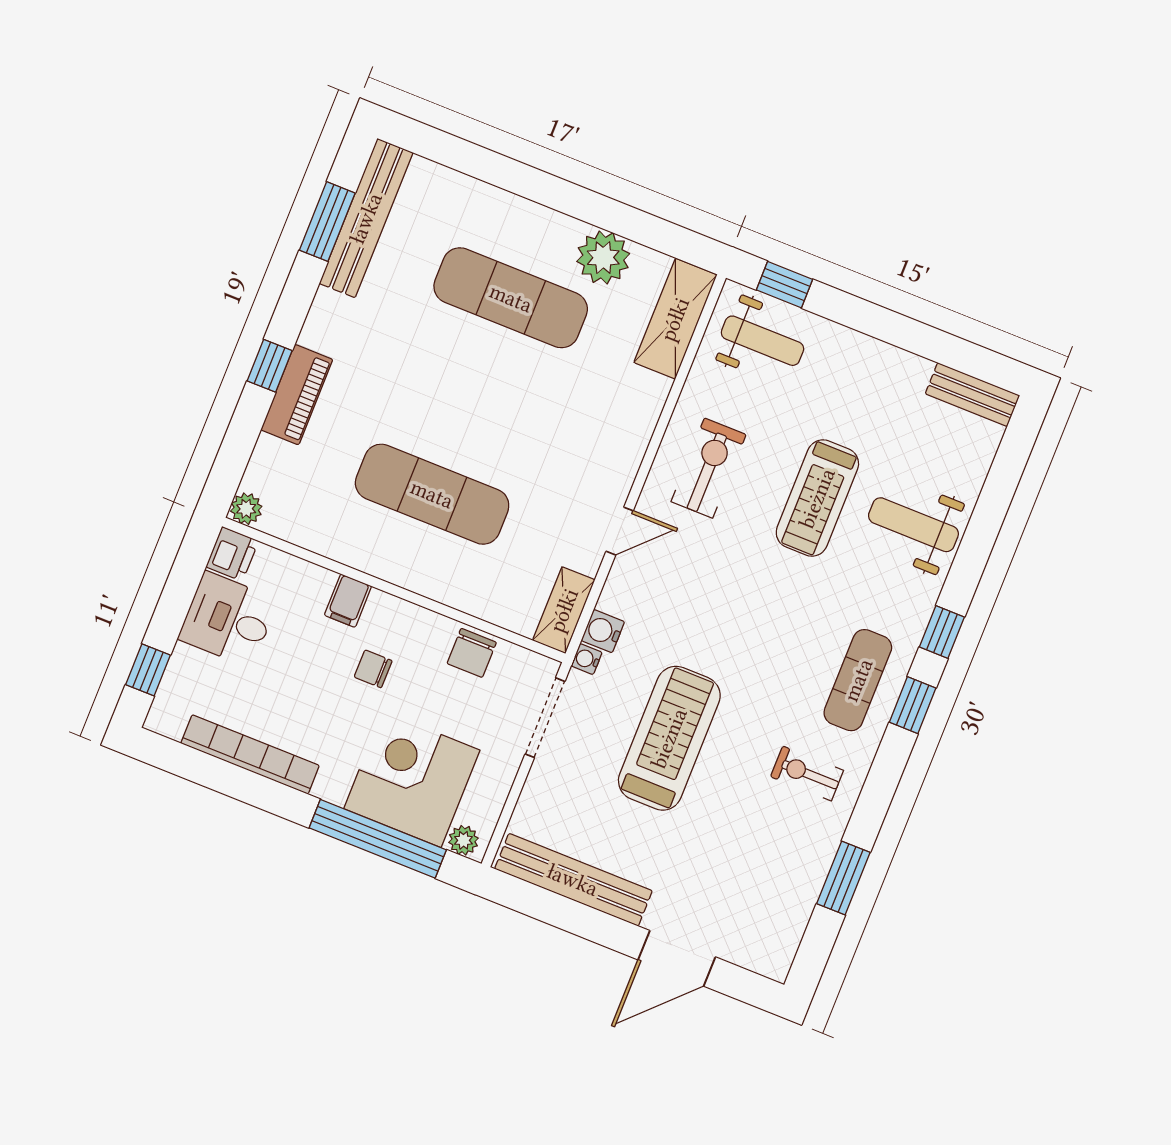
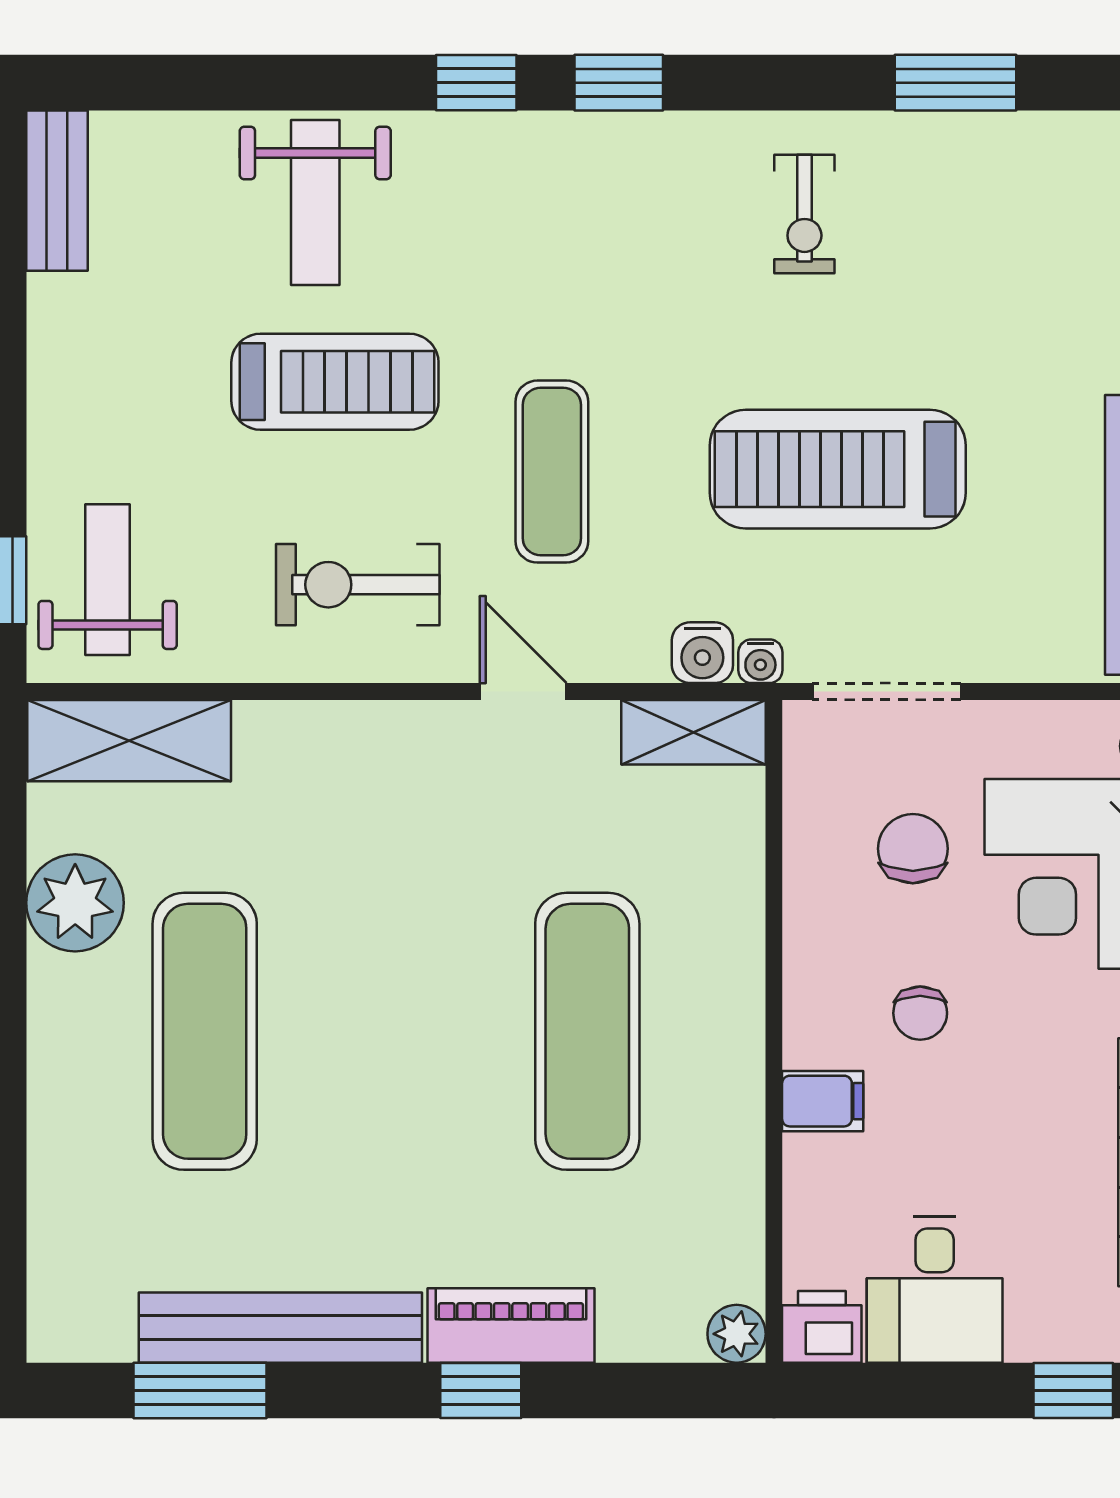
bench: (366, 218) -> (280, 1328), moved
chair: (472, 653) -> (913, 849), moved, turned -90
exercise mat: (858, 680) -> (552, 472), moved, turned 90

